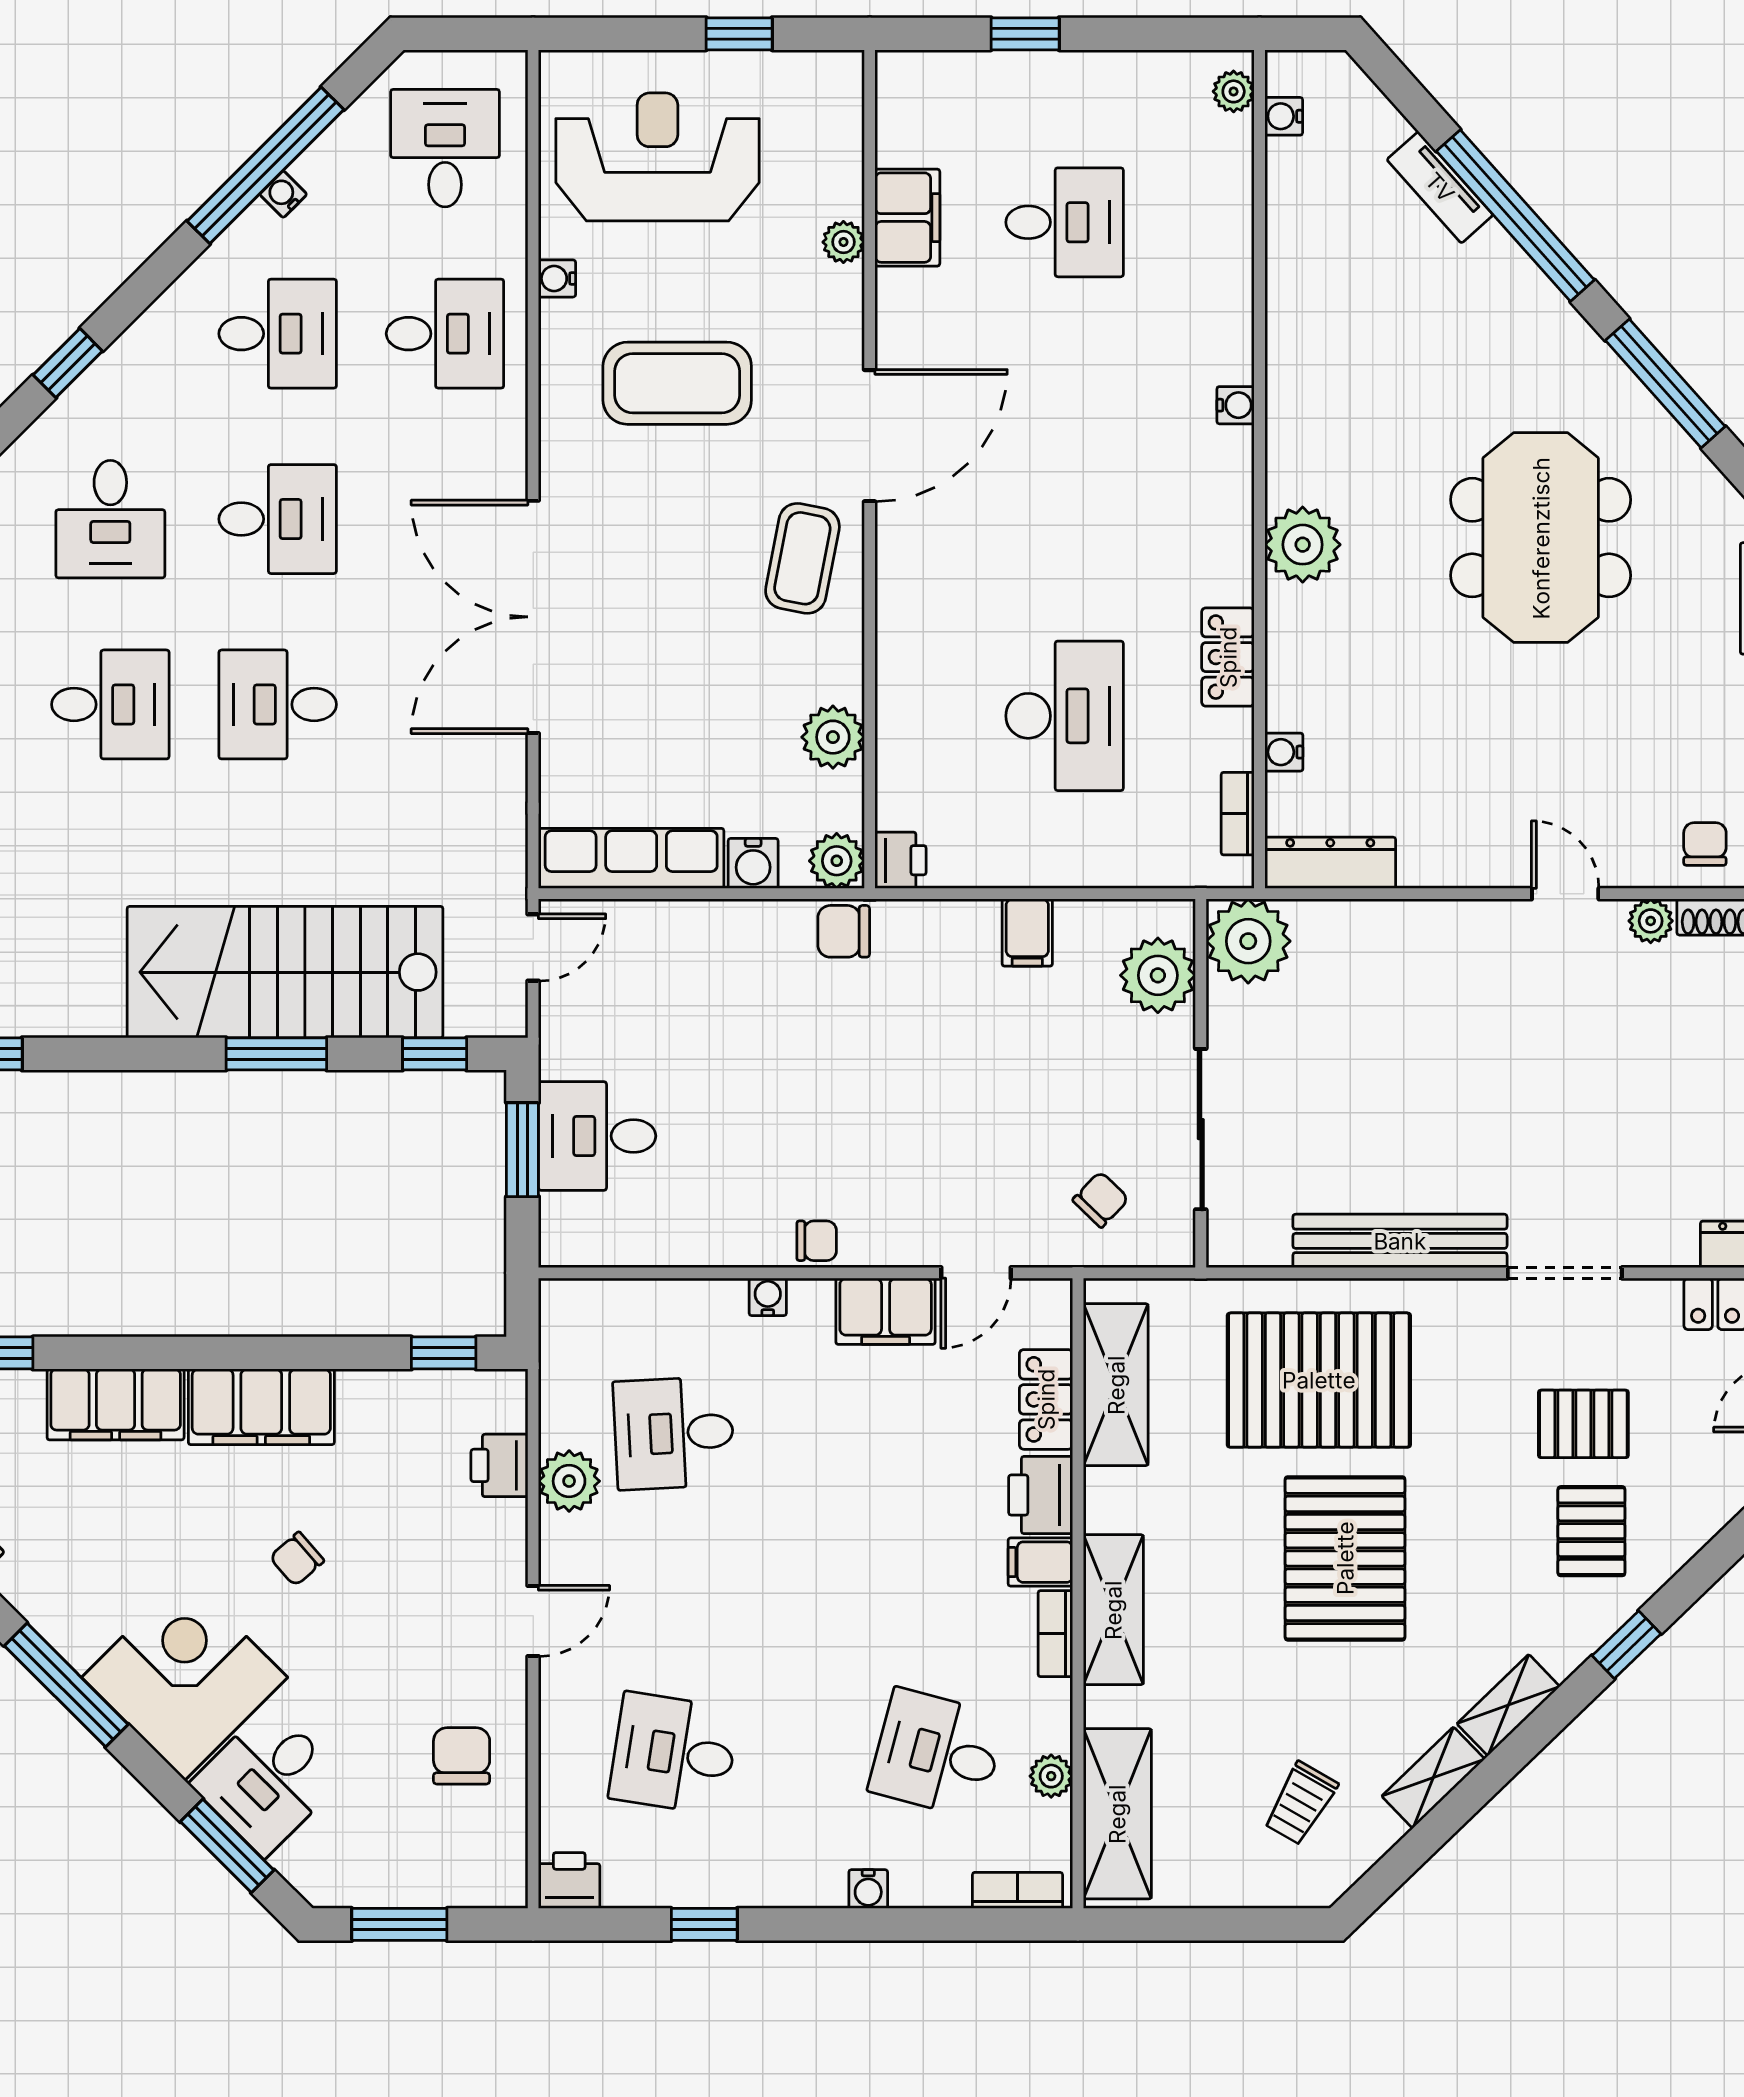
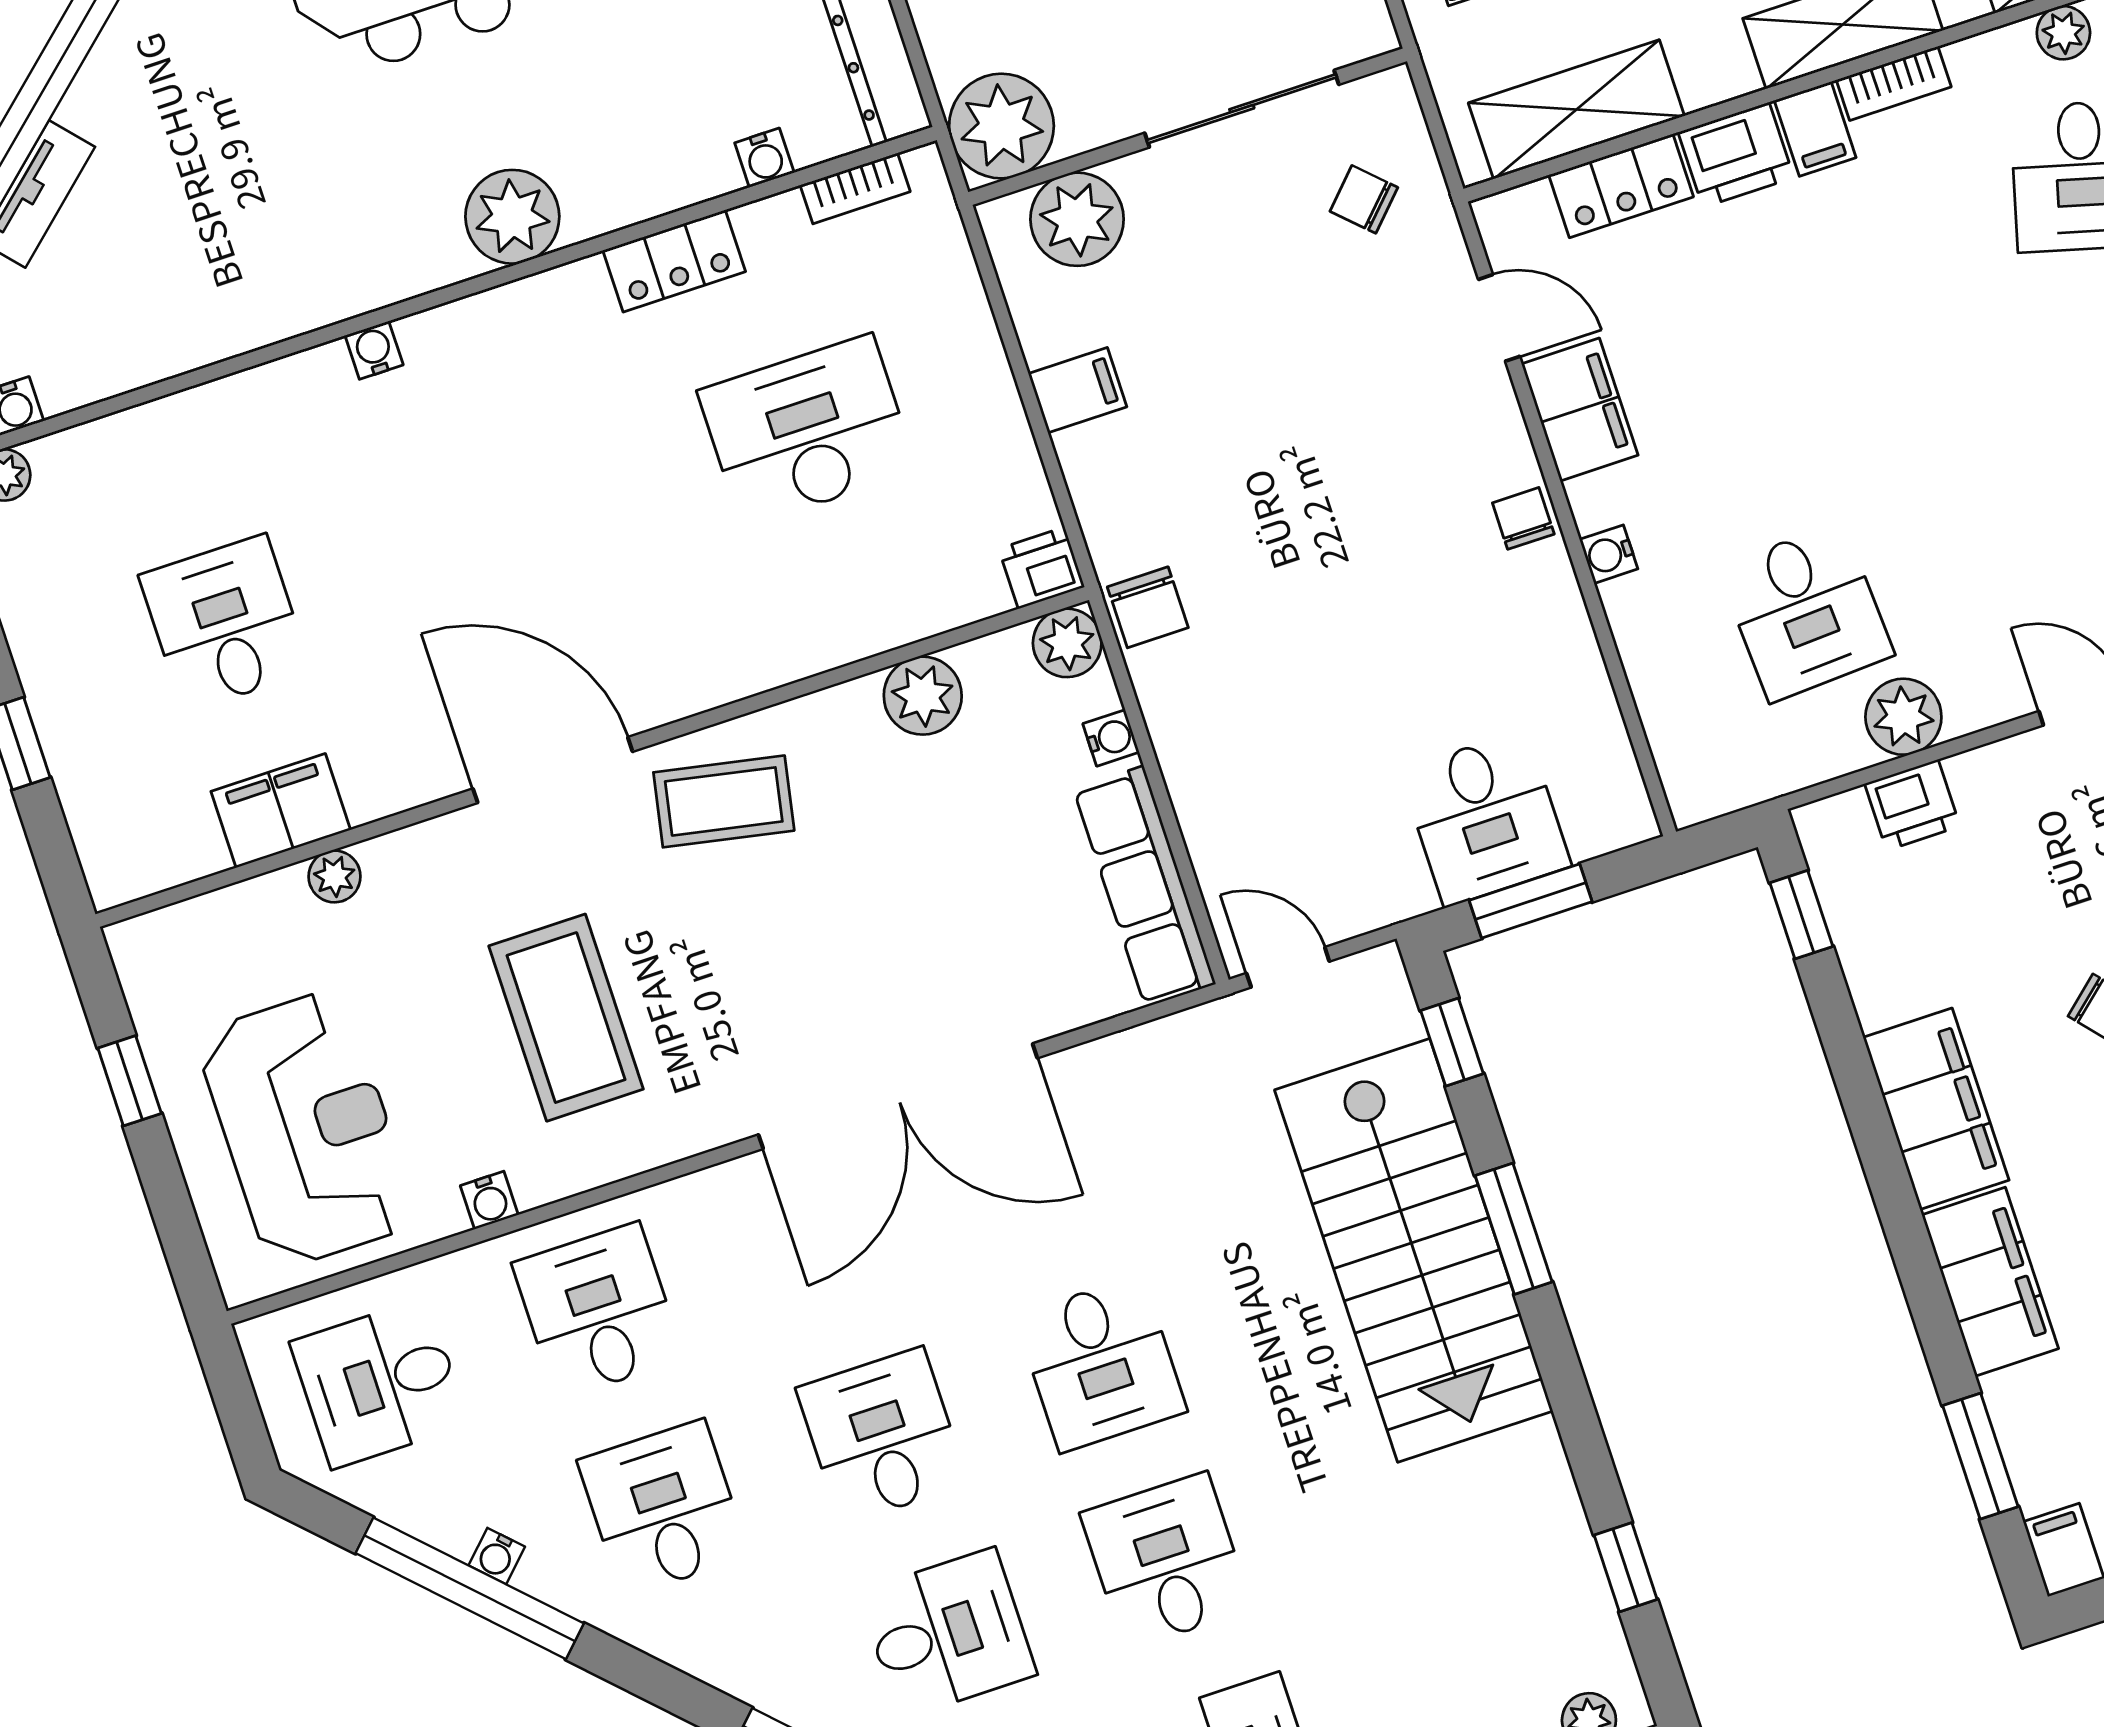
reception desk: (657, 157) -> (307, 1129), turned 180
water cooler: (753, 863) -> (1111, 738), width x0.72, depth x0.72

